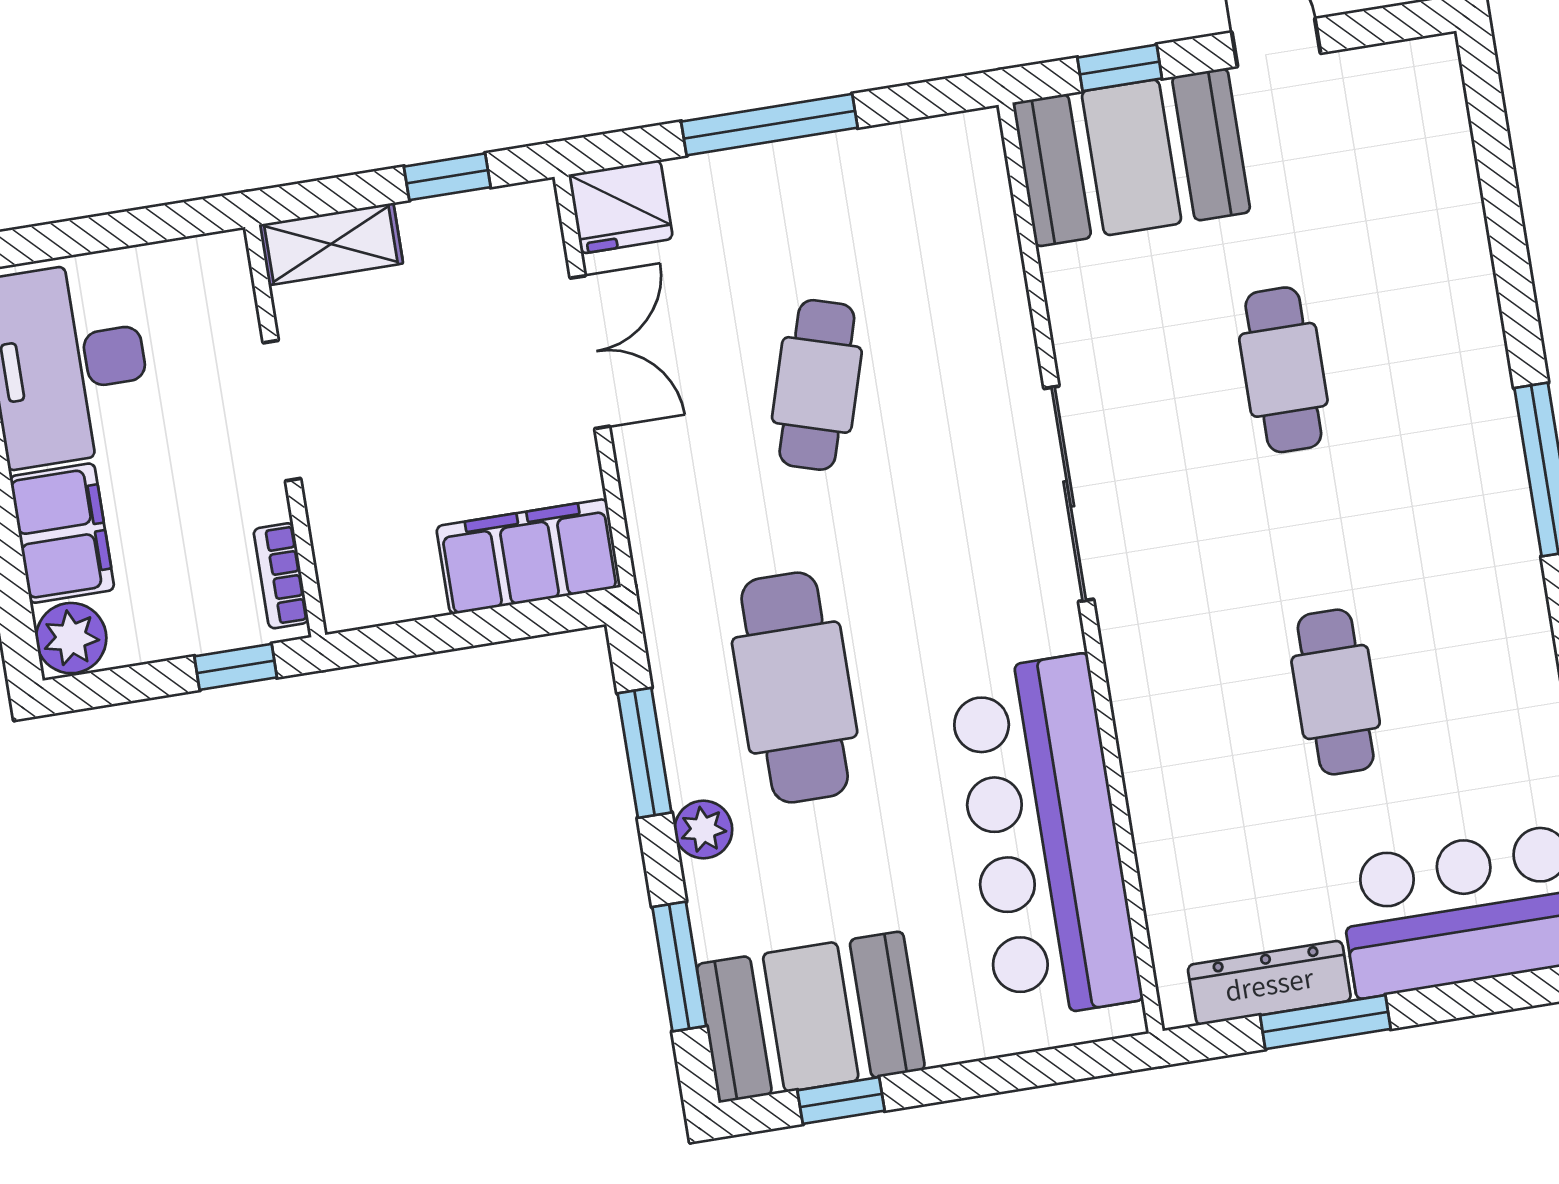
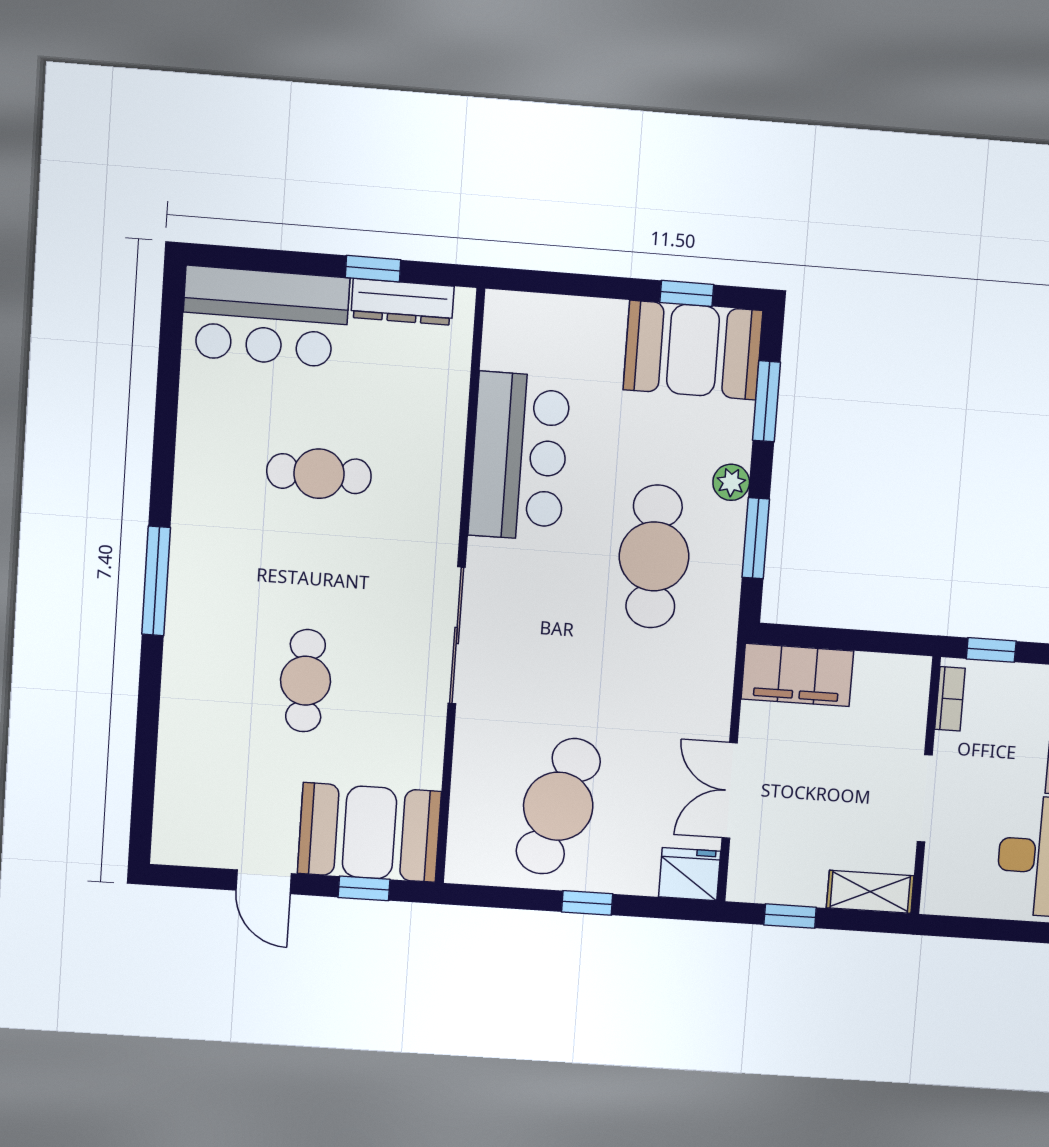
window: (769, 125) -> (587, 903), width x0.46
cafe table: (817, 385) -> (558, 806), moved, width x1.37, depth x1.35
cafe table: (1336, 692) -> (319, 474), turned 90
bar counter: (1045, 838) -> (519, 456), width x0.73
window: (1325, 1022) -> (373, 269), width x0.67

